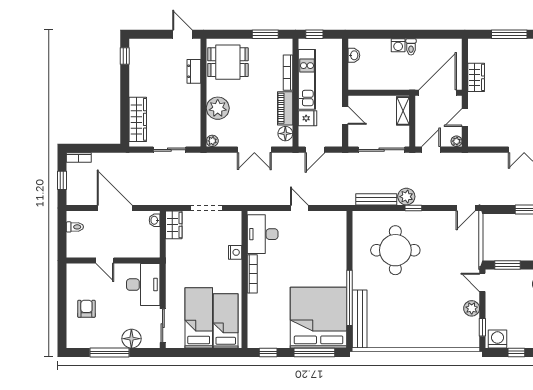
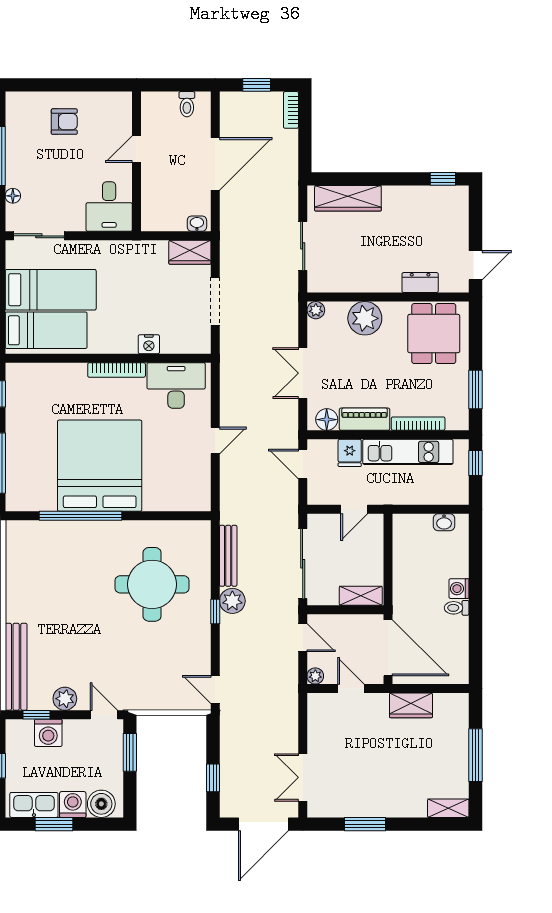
door: (482, 282) -> (104, 715), hinge flipped
desk: (143, 285) -> (109, 207), width x0.73
bed: (319, 318) -> (100, 466), moved, turned -90
bench: (360, 319) -> (16, 667), moved, turned 90
floor lamp: (131, 339) -> (13, 196), width x0.53, depth x0.53
washing machine: (498, 339) -> (48, 733), moved, turned 90

